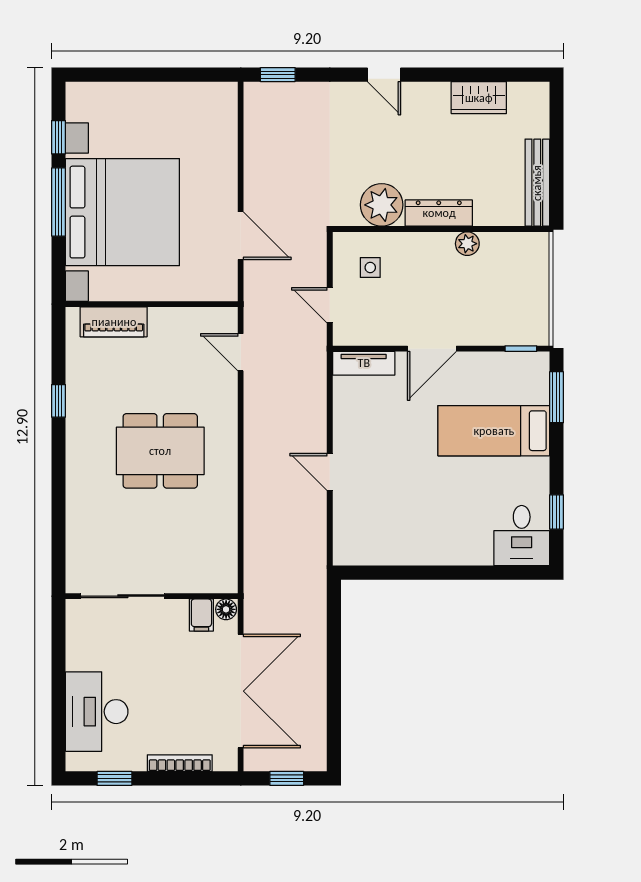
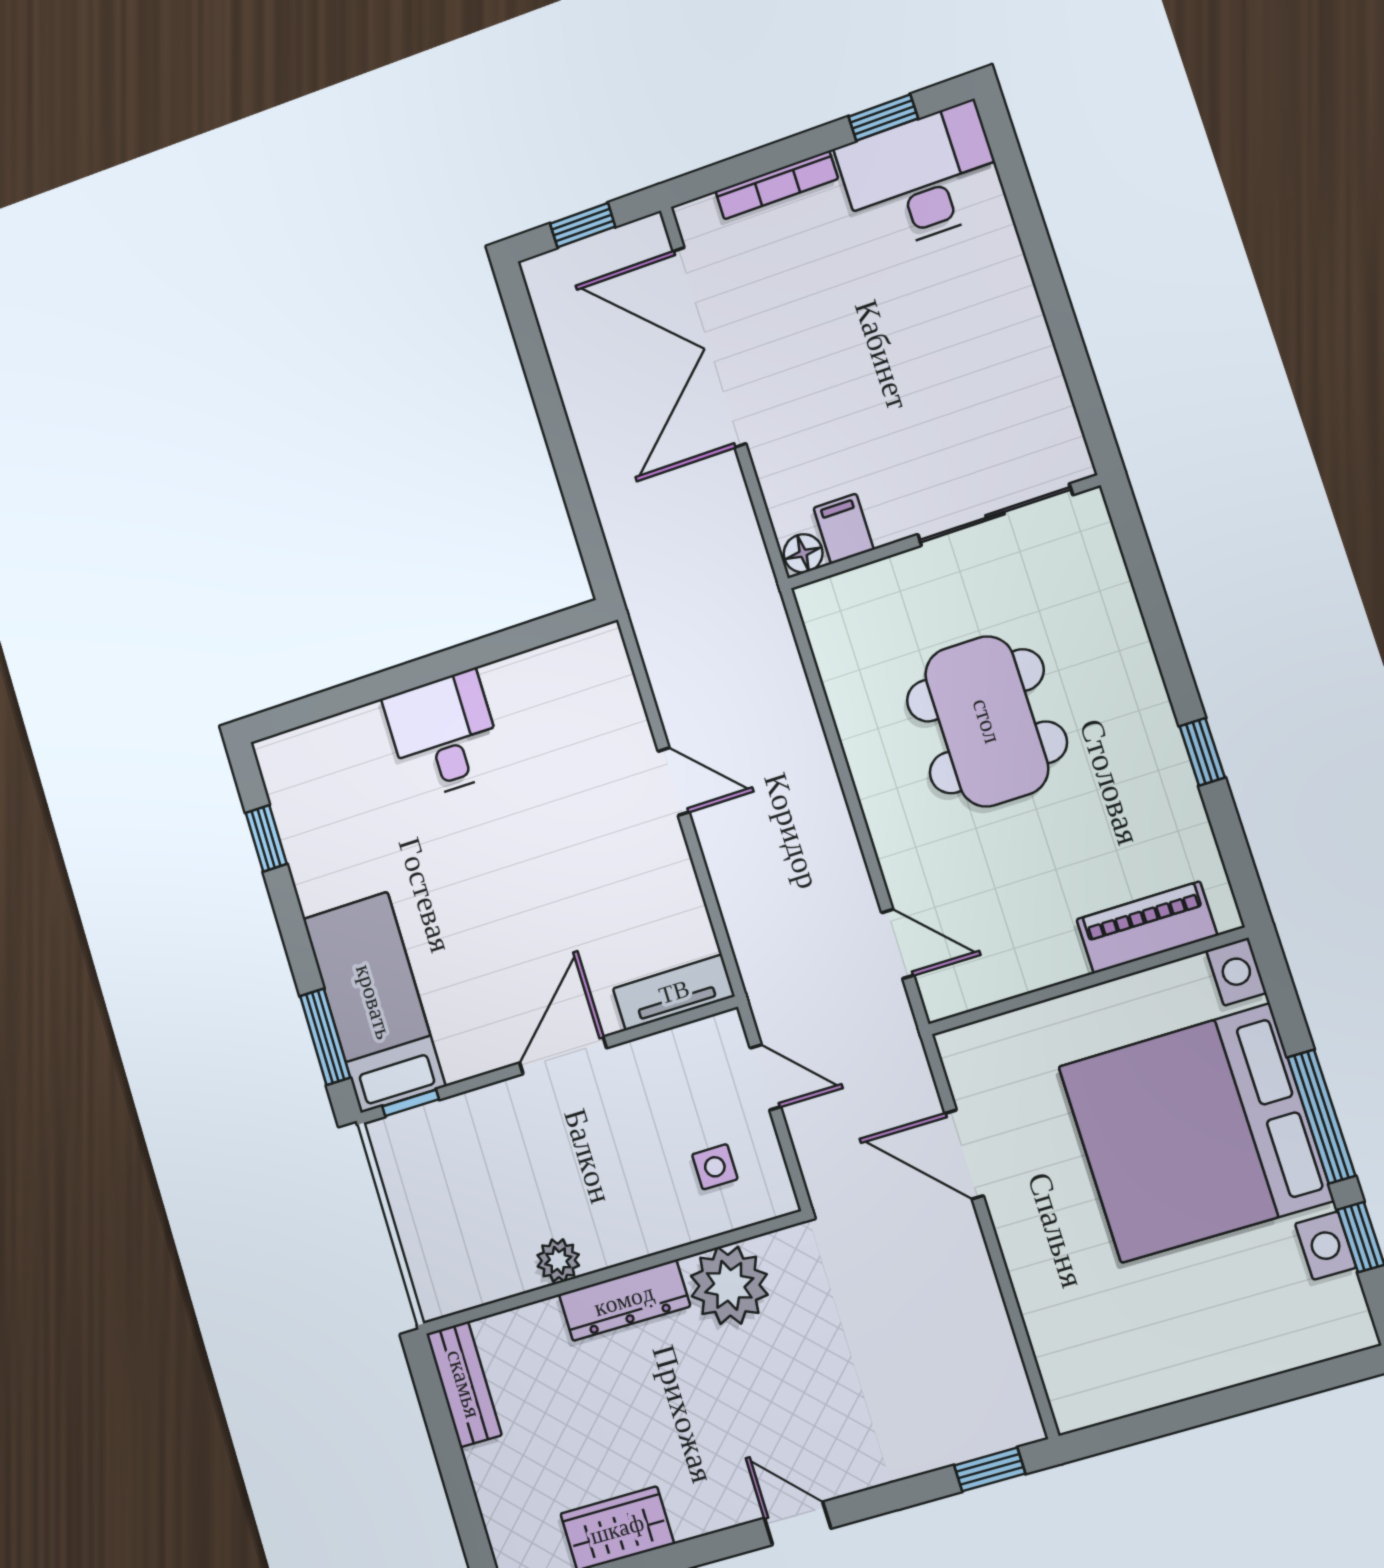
bench: (537, 183) -> (464, 1384), width x0.73
bed: (494, 431) -> (374, 1002), moved, turned -90
dining table: (160, 451) -> (987, 721), turned 90
desk: (522, 536) -> (444, 735), moved
sliding door: (123, 596) -> (995, 515), moved
wall: (152, 596) -> (943, 532), moved
floor lamp: (226, 609) -> (803, 553), moved
filing cabinet: (201, 615) -> (844, 529), moved
desk: (97, 712) -> (921, 178), moved, turned -90

